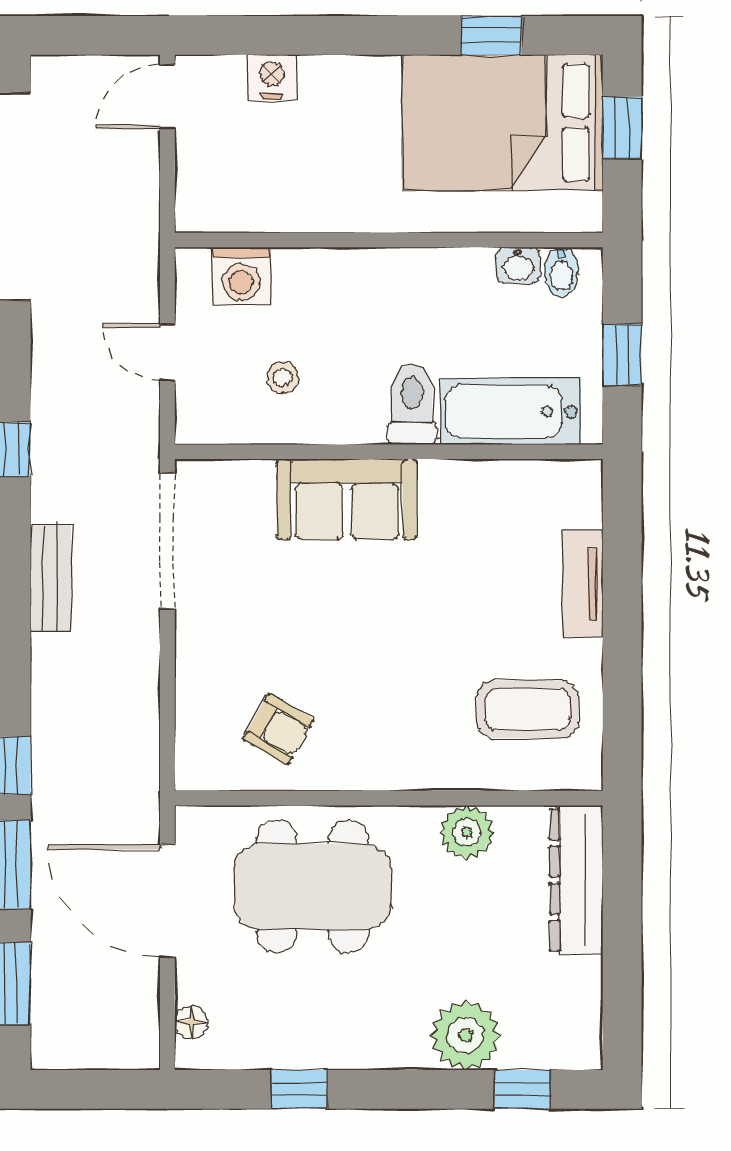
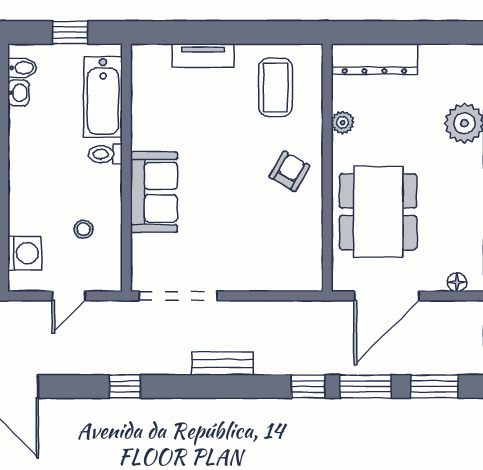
toilet: (412, 404) -> (105, 154), width x0.73, depth x0.72
bench: (51, 578) -> (223, 364), moved
armchair: (278, 729) -> (289, 171), moved
plant: (467, 832) -> (343, 123), width x0.73, depth x0.73

